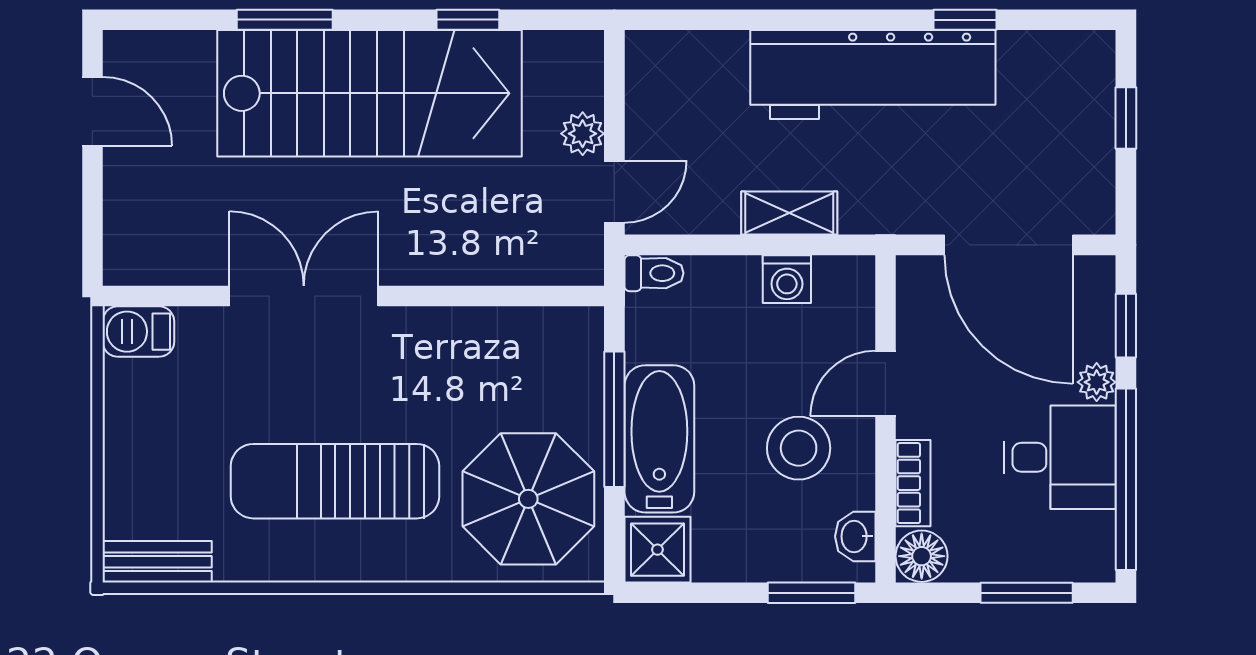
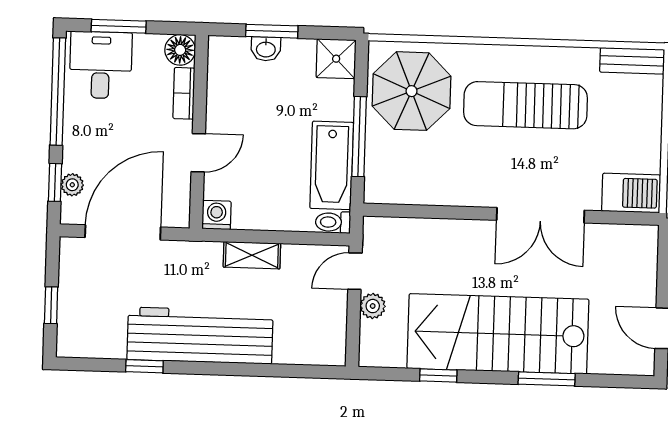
door: (1009, 245) -> (123, 232), hinge flipped
washing machine: (787, 279) -> (217, 215), moved
barbecue: (138, 332) -> (631, 193), width x1.38, depth x1.27
plant: (1097, 382) -> (72, 185), moved
bathtub: (659, 439) -> (332, 165), moved
stool: (799, 448) -> (251, 116), removed
desk: (1060, 457) -> (101, 65), moved, turned 90
sun lounger: (335, 481) -> (526, 105), turned 180
washbasin: (855, 536) -> (266, 49), moved, turned 90
window: (811, 593) -> (272, 31), moved

